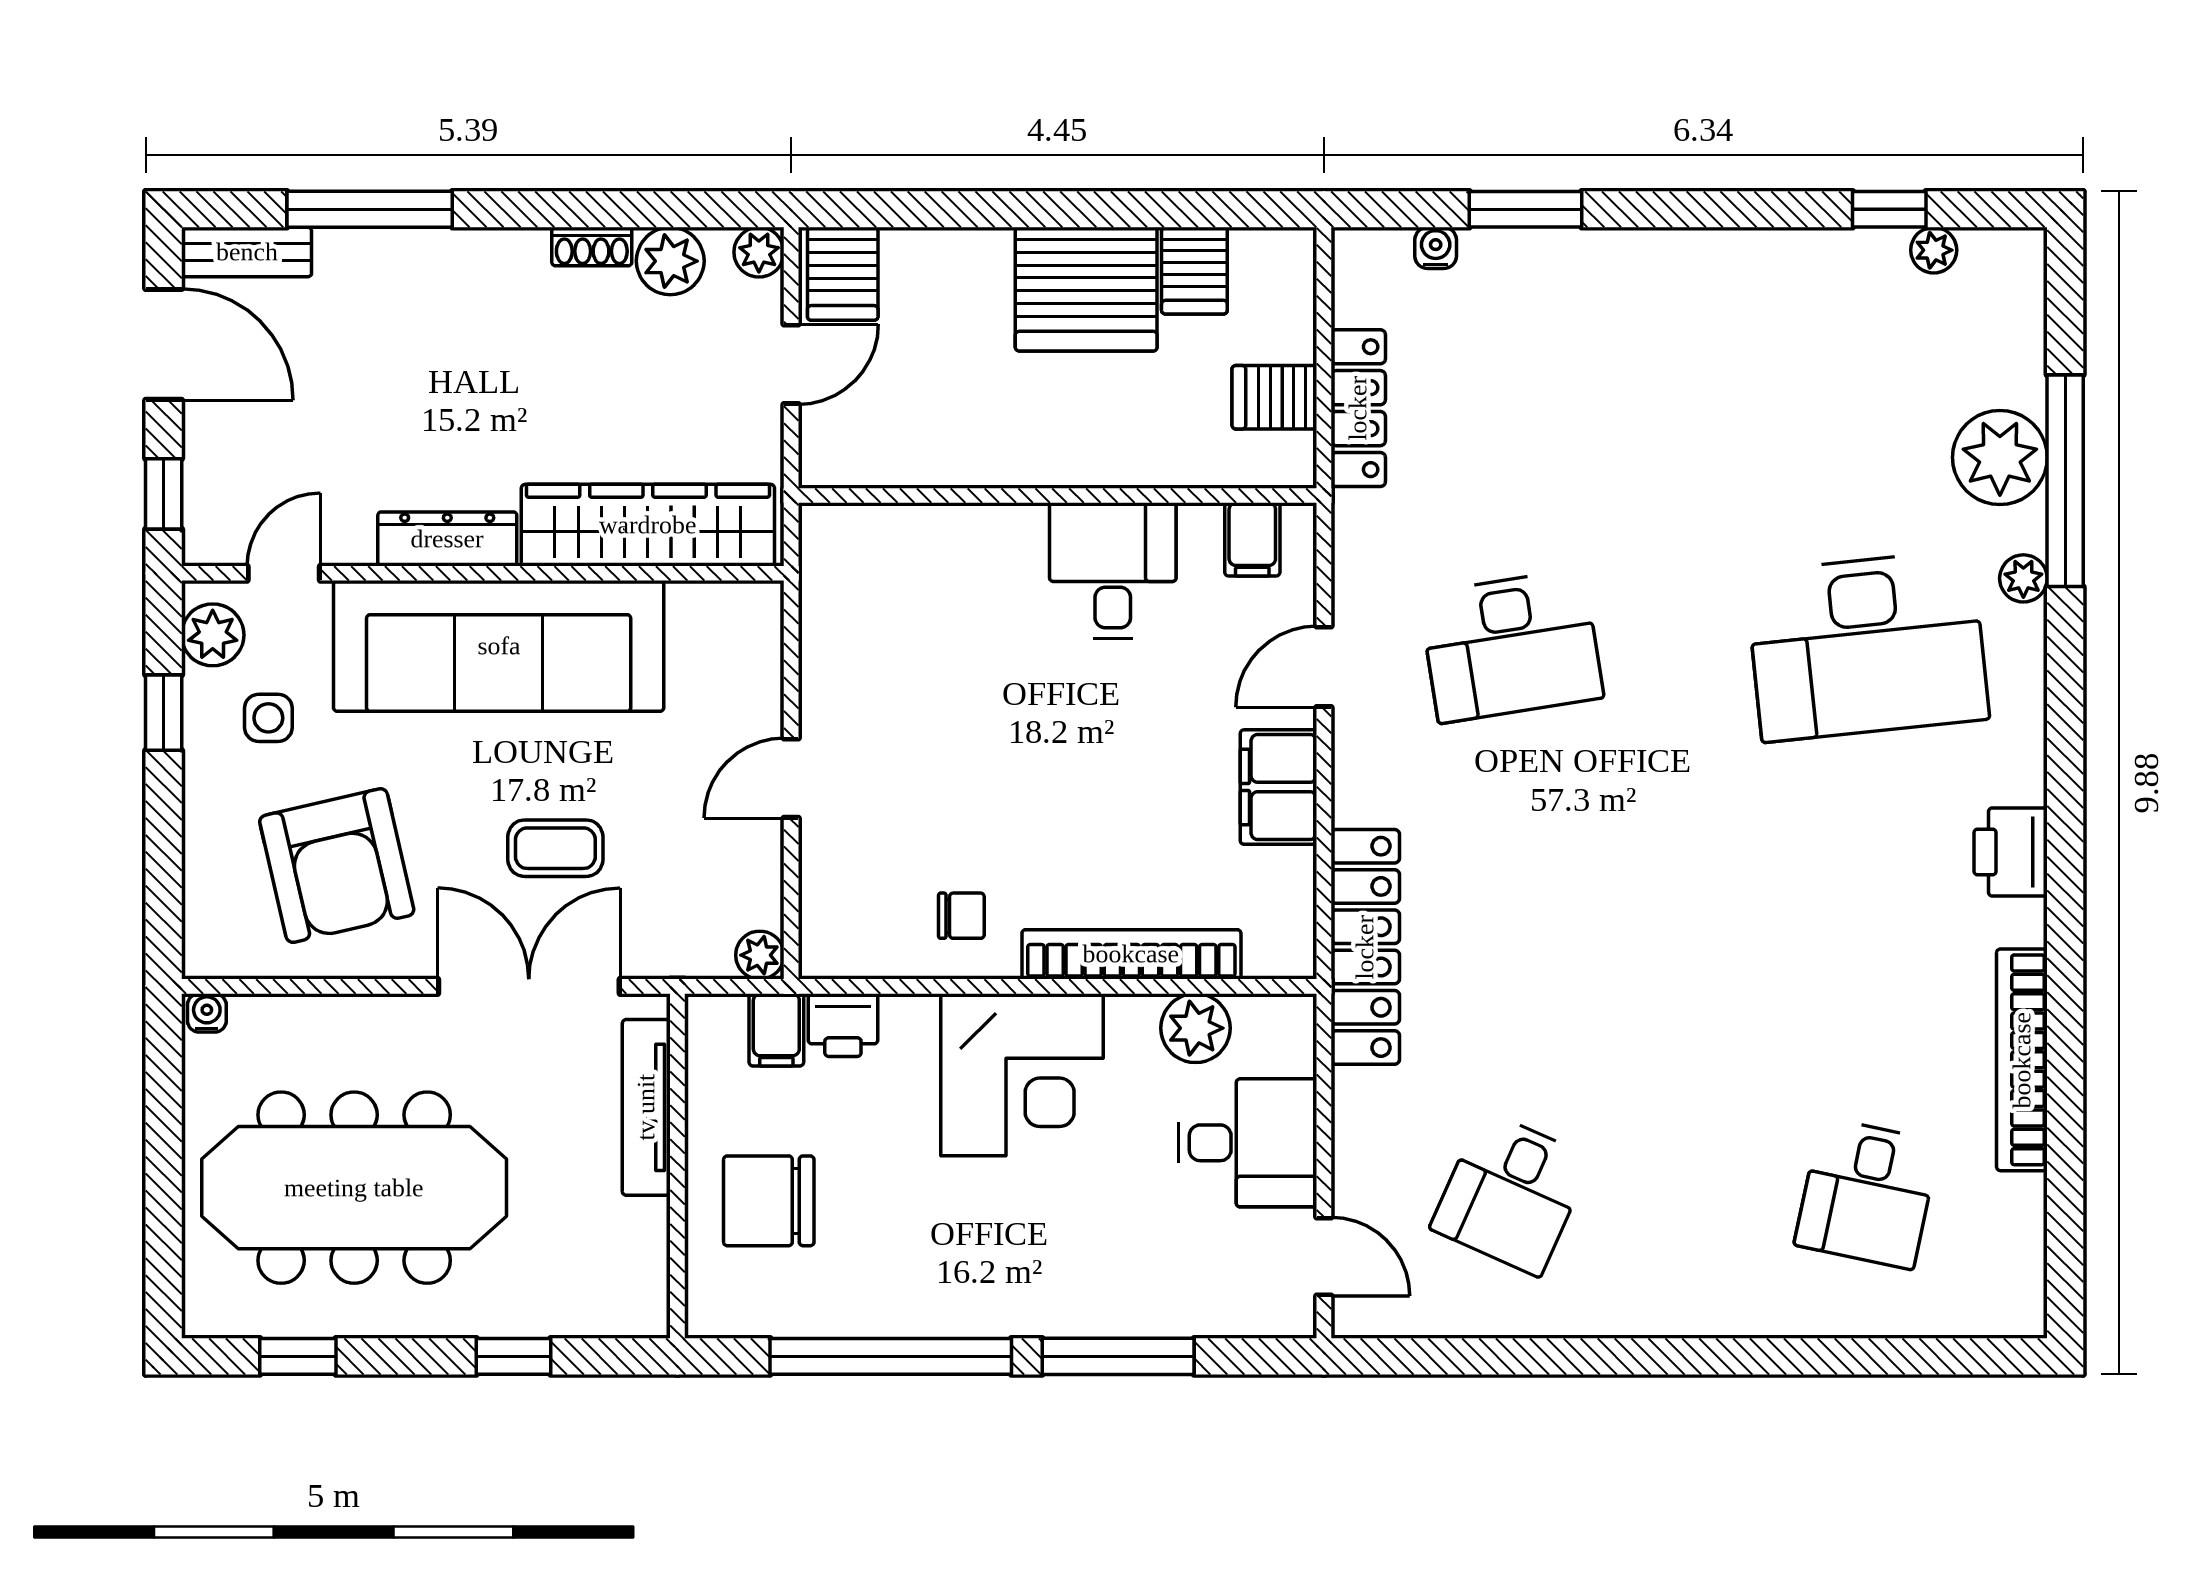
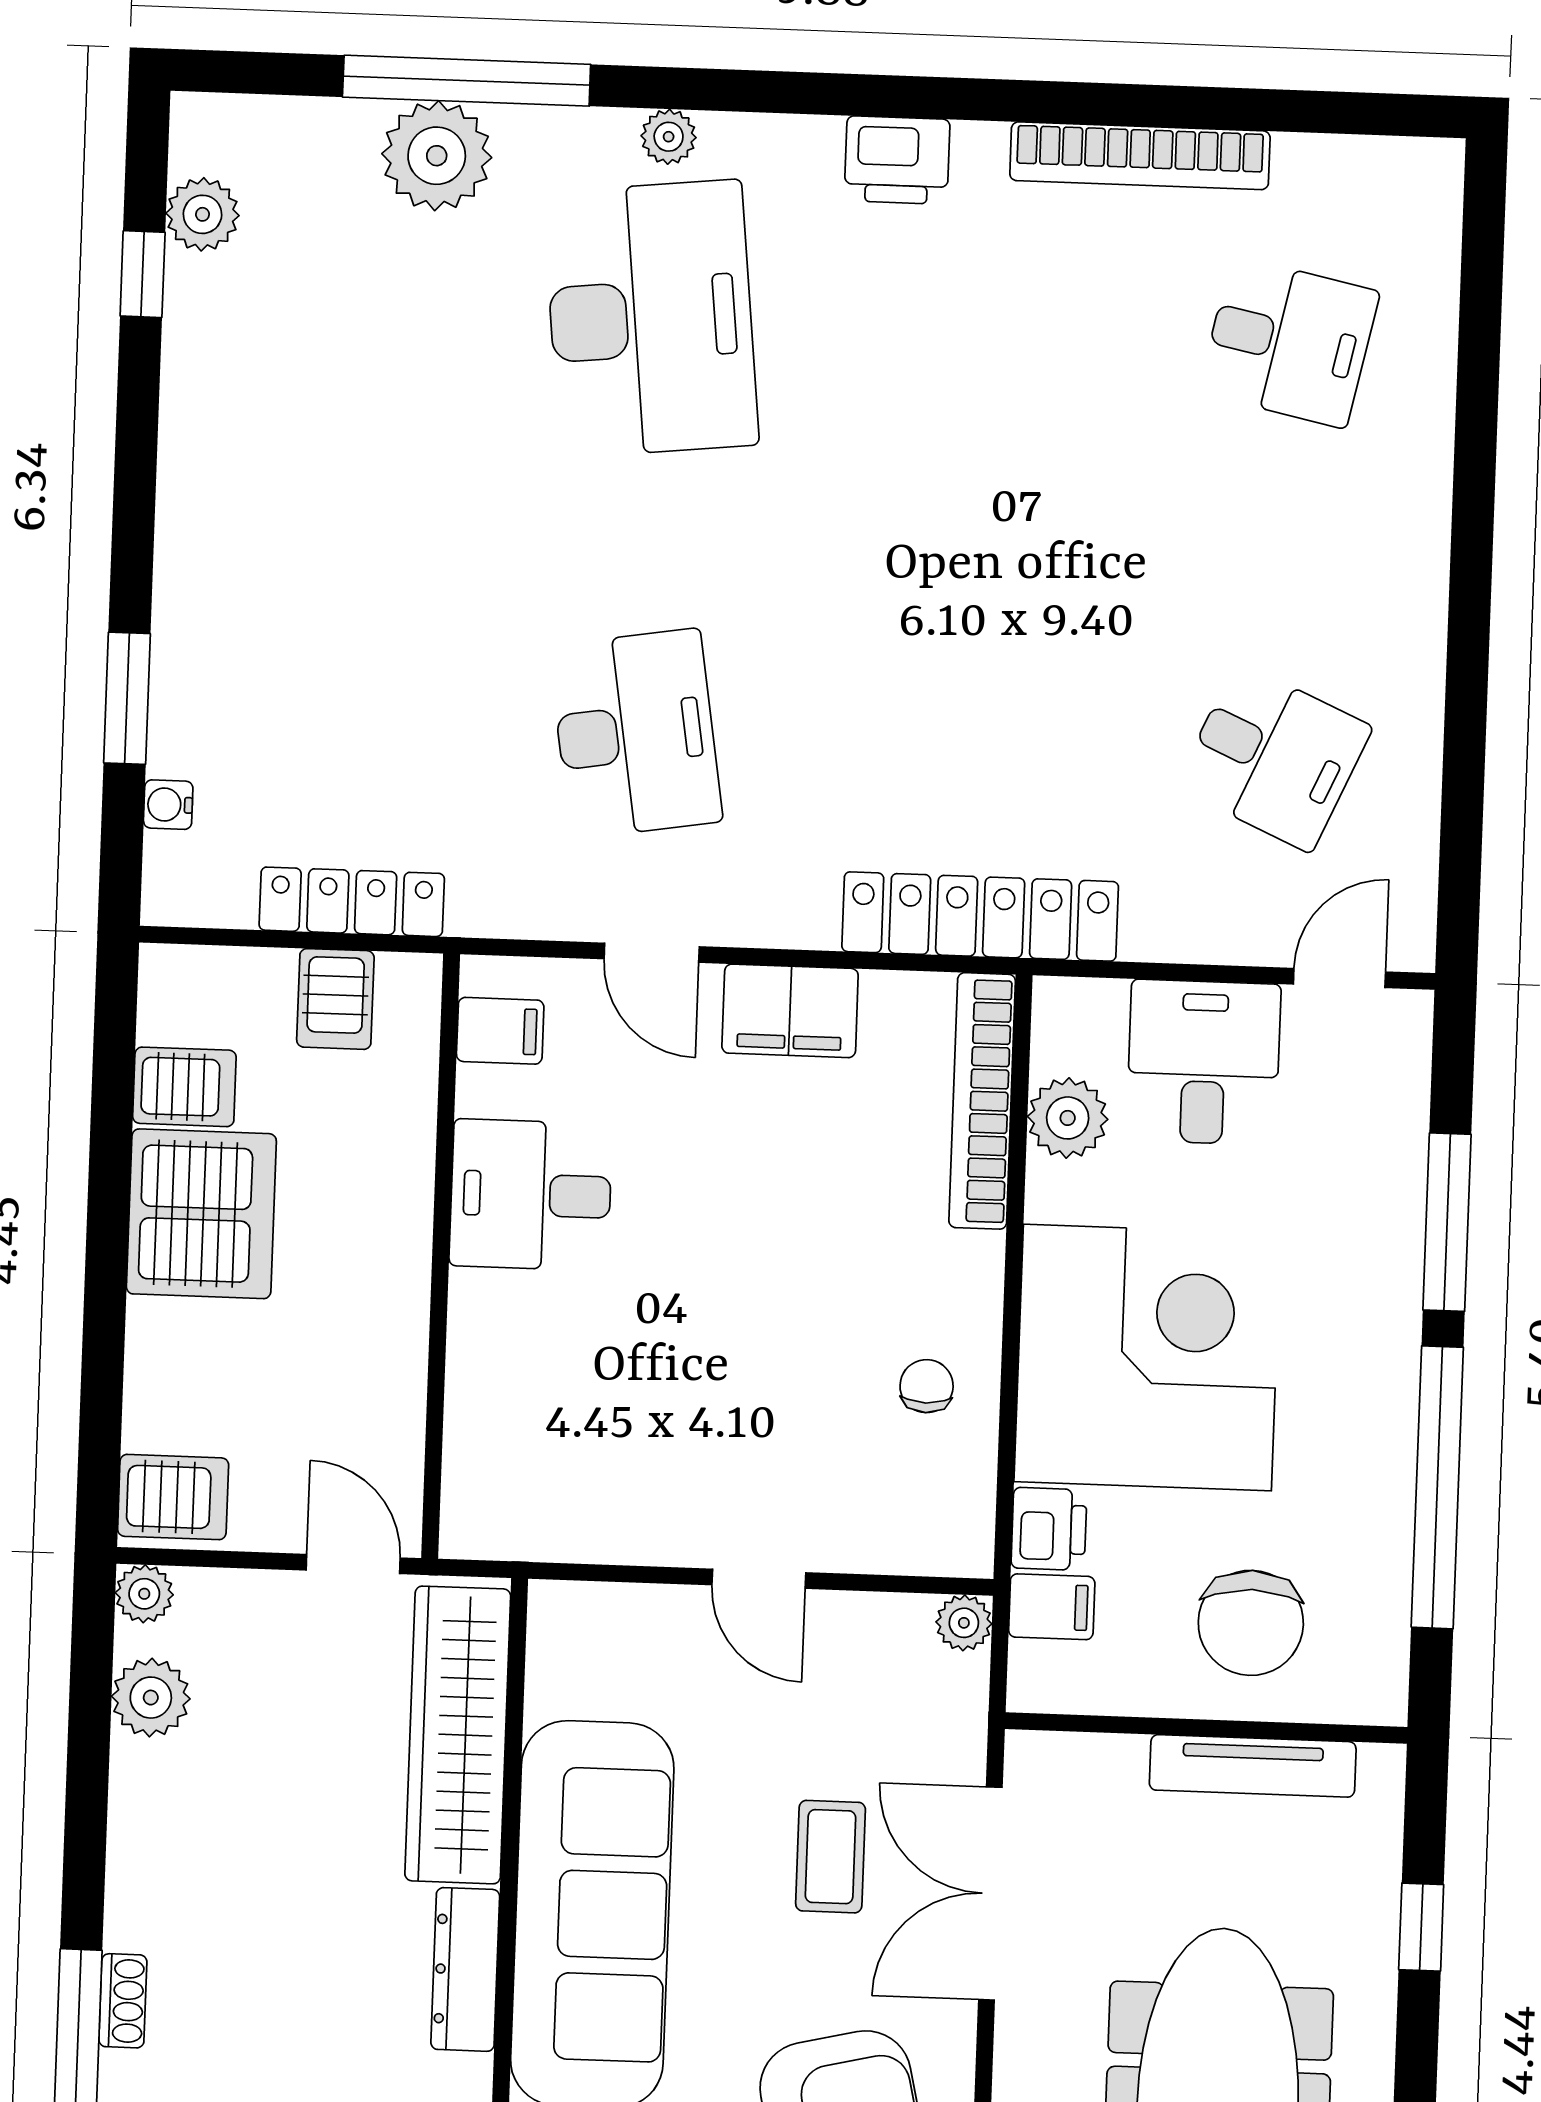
shoe rack: (592, 247) -> (123, 2001), moved
plant: (1934, 250) -> (203, 214), width x1.38, depth x1.38
door: (791, 364) -> (353, 1564), moved
plant: (2023, 578) -> (669, 137), moved
bookcase: (1131, 954) -> (982, 1101), moved
corner desk: (1022, 1075) -> (1147, 1358), width x1.36, depth x1.36
tv unit: (646, 1107) -> (1253, 1766), moved

